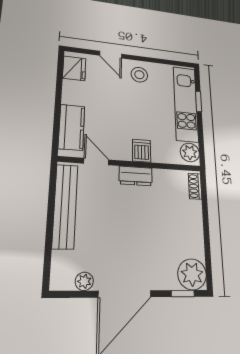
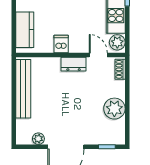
dishwasher: (142, 151) -> (61, 44), moved
door: (96, 161) -> (98, 55), moved
plant: (192, 274) -> (114, 109), moved

